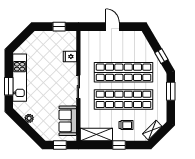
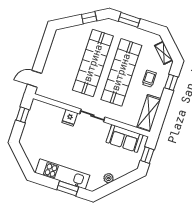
door: (113, 27) -> (35, 79), moved
fridge: (70, 57) -> (70, 118), moved
window: (119, 145) -> (171, 82), moved

